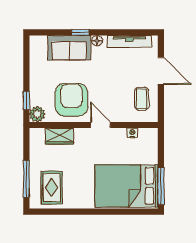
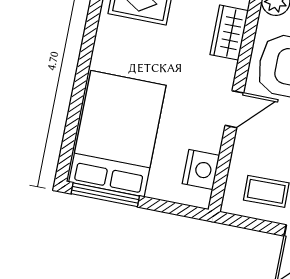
nightstand: (132, 133) -> (201, 170), width x1.89, depth x1.79

